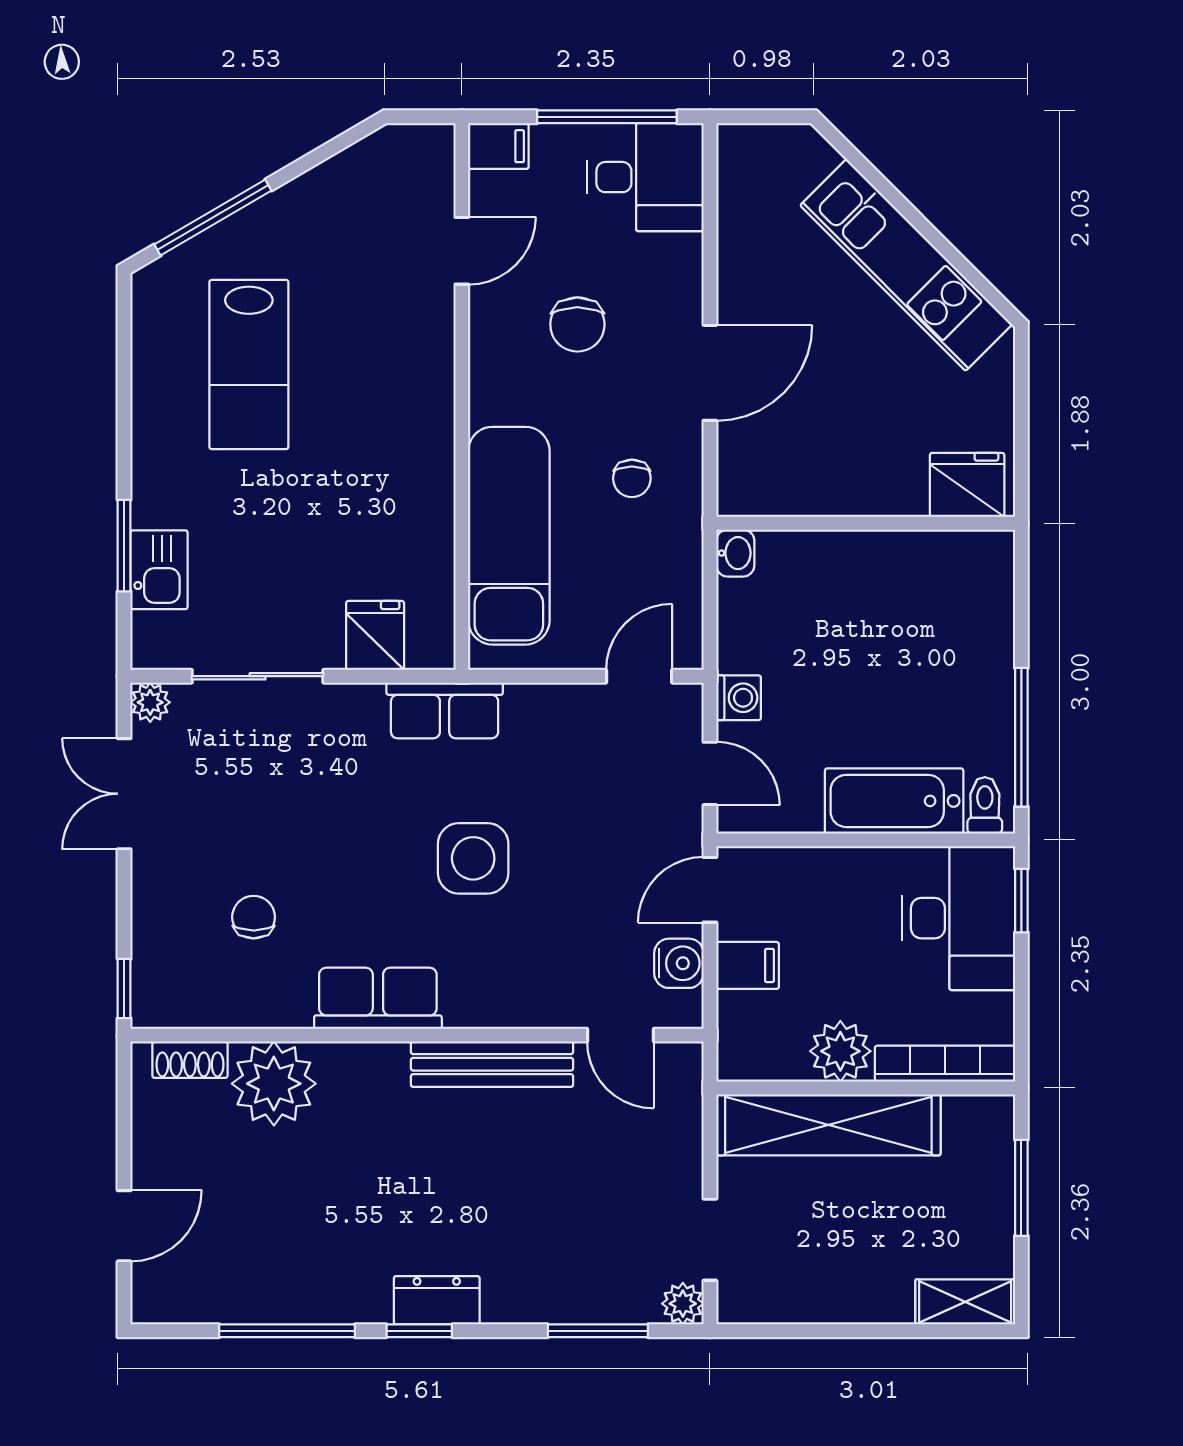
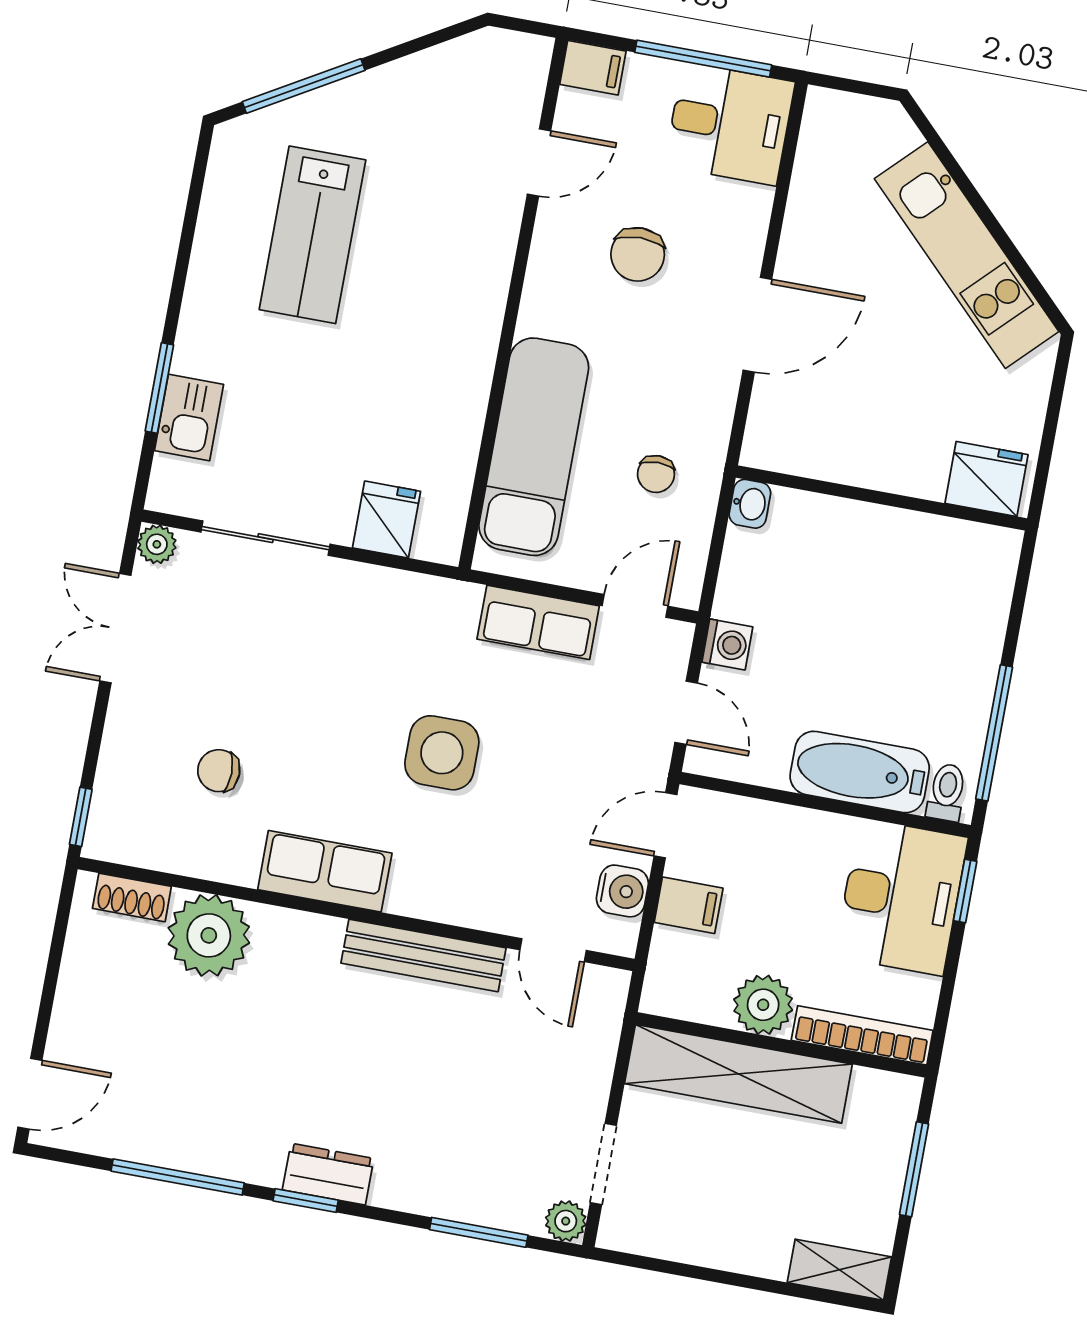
chair: (632, 478) -> (656, 474), moved
row of seats: (445, 710) -> (538, 622), moved
chair: (254, 917) -> (219, 771), turned -90
door: (124, 1226) -> (30, 1094), moved

